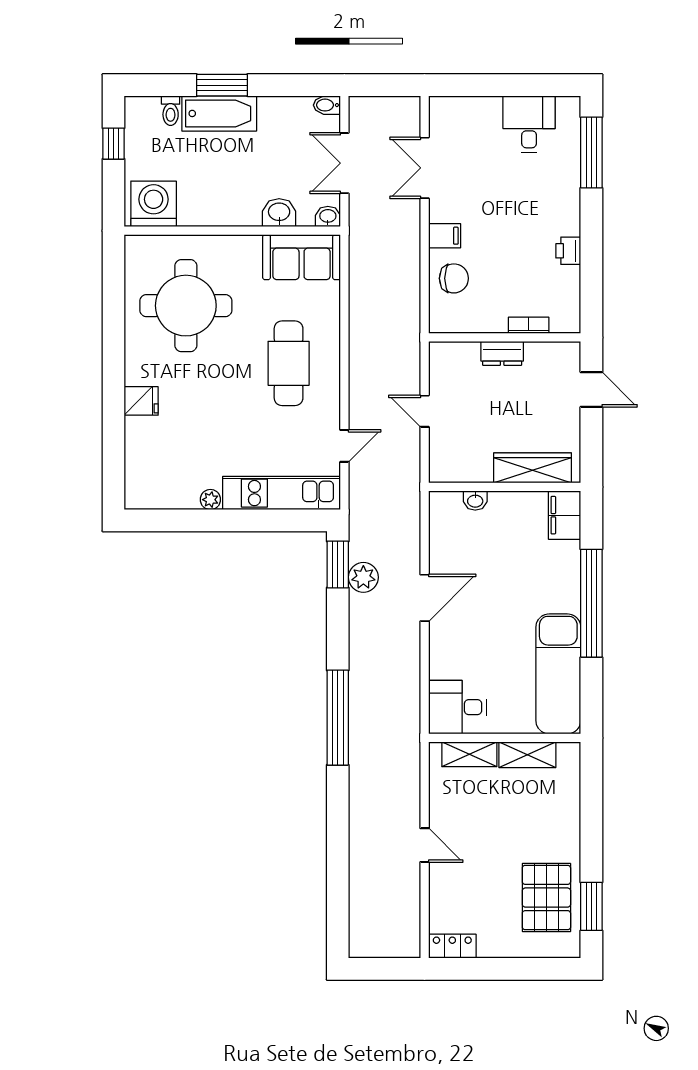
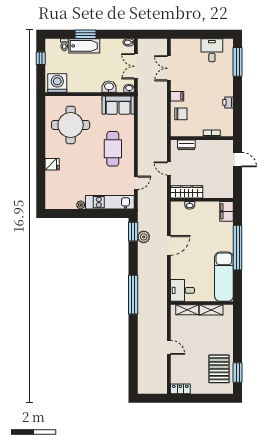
dresser: (502, 353) -> (186, 145), moved
wardrobe: (533, 468) -> (187, 192), moved

